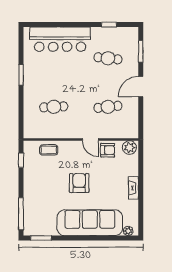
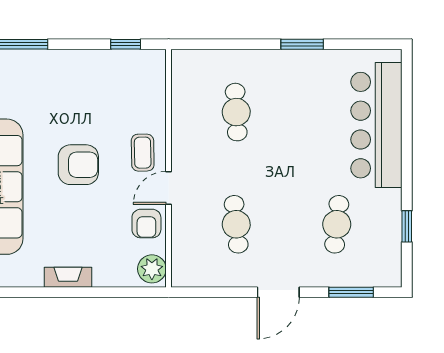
door: (141, 87) -> (278, 292), swing flipped
coffee table: (49, 150) -> (143, 153), moved

